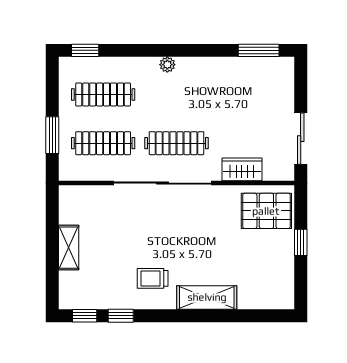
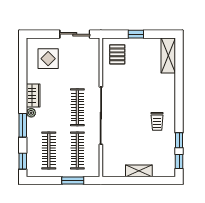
window: (259, 50) -> (23, 125), moved
display table: (259, 94) -> (48, 59), added
wardrobe: (242, 169) -> (33, 95), moved, turned 180
pallet: (266, 211) -> (117, 54), width x0.67, depth x0.71
shelving: (207, 297) -> (168, 55), moved

